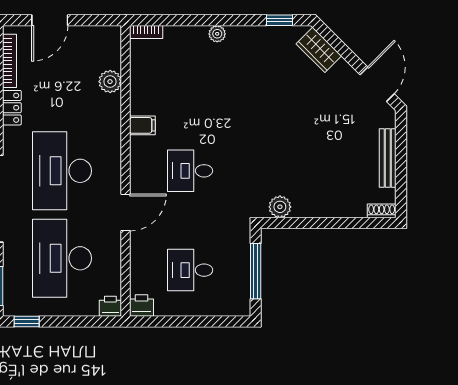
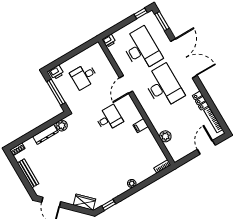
dresser: (317, 208) -> (45, 134), added
desk: (190, 270) -> (84, 76), turned 180
printer: (142, 305) -> (56, 72), moved

